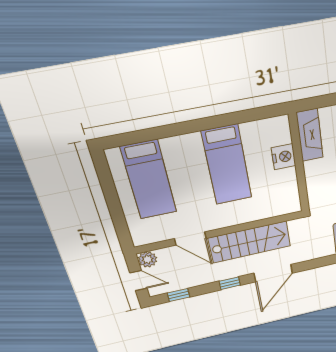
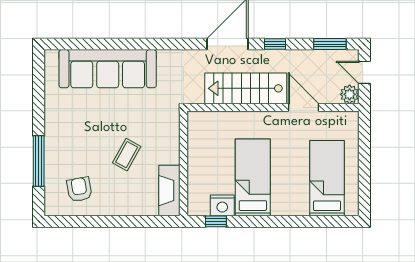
window: (257, 114) -> (216, 221), added
nightstand: (284, 157) -> (222, 205), moved, turned -90
window: (179, 295) -> (330, 44), width x1.50

